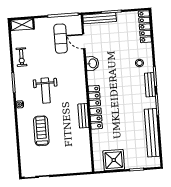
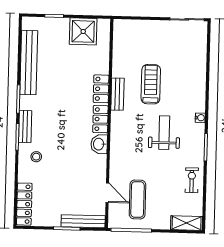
washbasin: (92, 63) -> (99, 144), moved
treadmill: (41, 131) -> (151, 84), moved, turned 180

